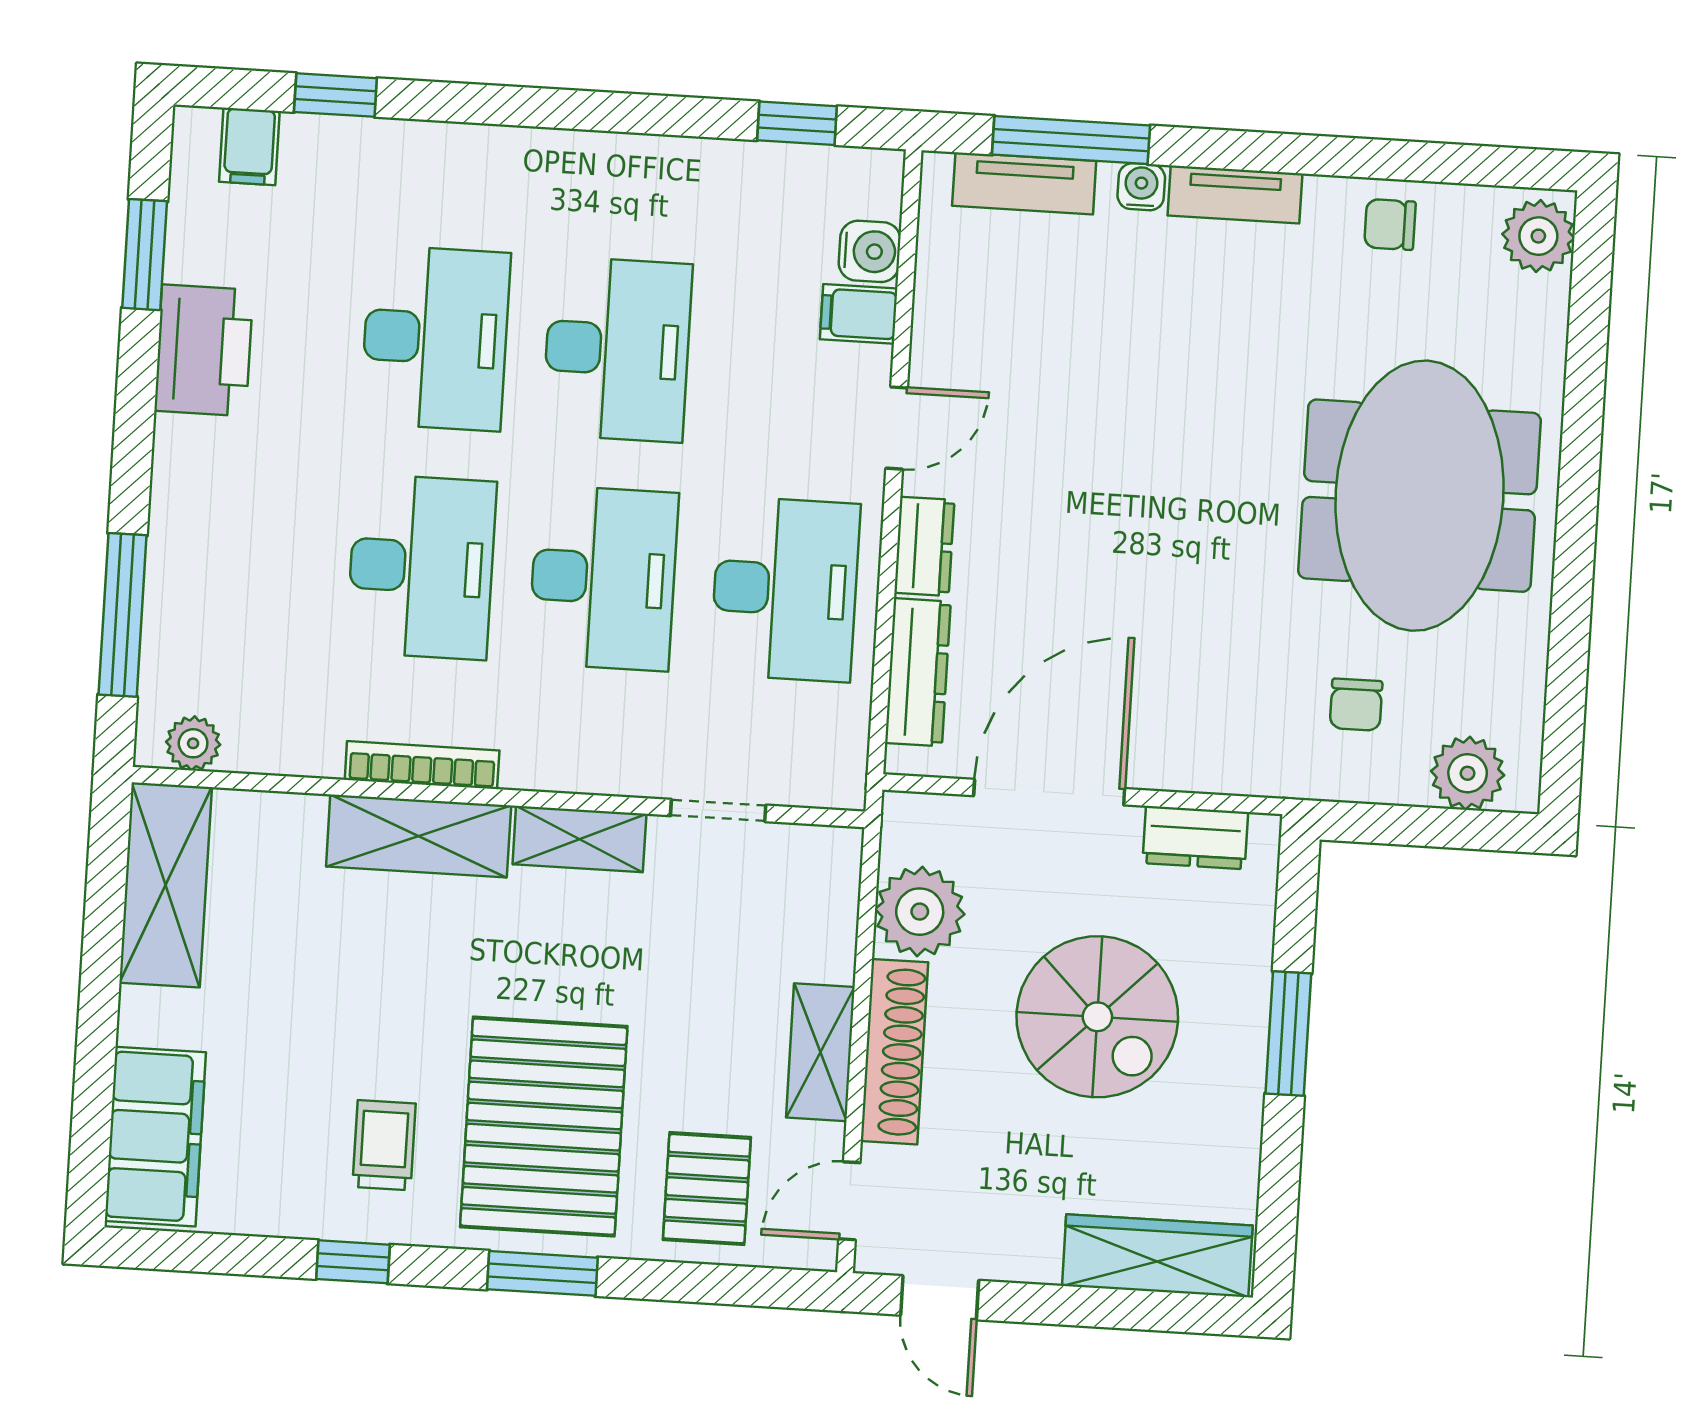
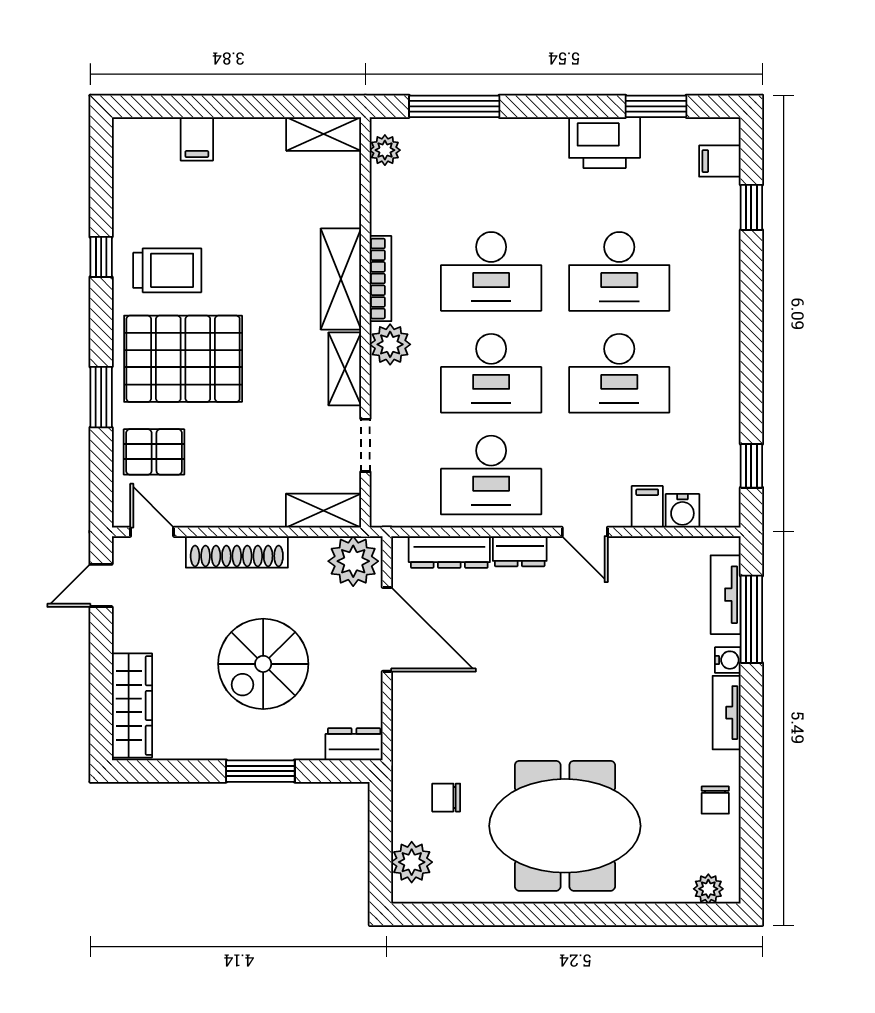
chair: (1390, 224) -> (715, 800), turned 180
plant: (1538, 236) -> (708, 889), width x0.73, depth x0.73
plant: (541, 755) -> (390, 344), added
dresser: (1195, 838) -> (354, 744), moved, turned 90
shelving: (166, 885) -> (324, 134), width x0.67, depth x0.75
plant: (920, 912) -> (353, 561), moved
shelving: (820, 1052) -> (323, 511), moved
filing cabinet: (155, 1137) -> (197, 139), width x0.33, depth x0.86
trolley: (384, 1145) -> (167, 270), width x1.36, depth x1.39
window: (542, 1273) -> (101, 397), moved

